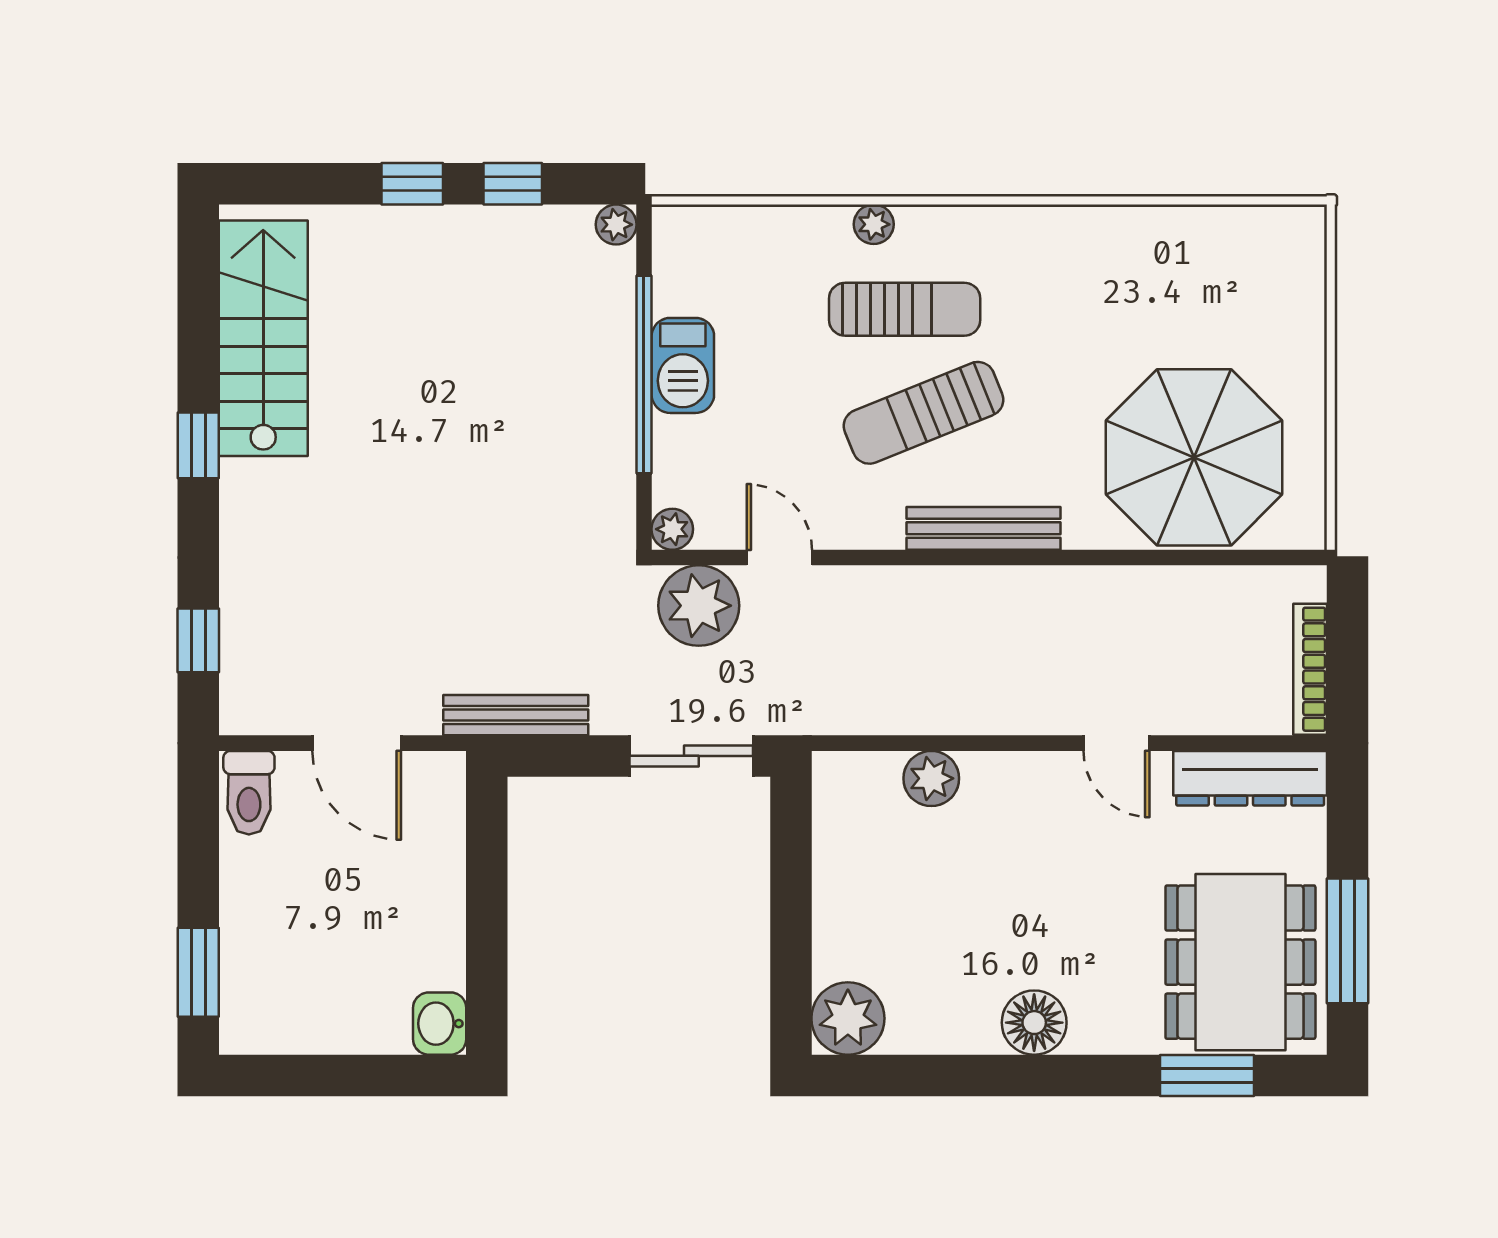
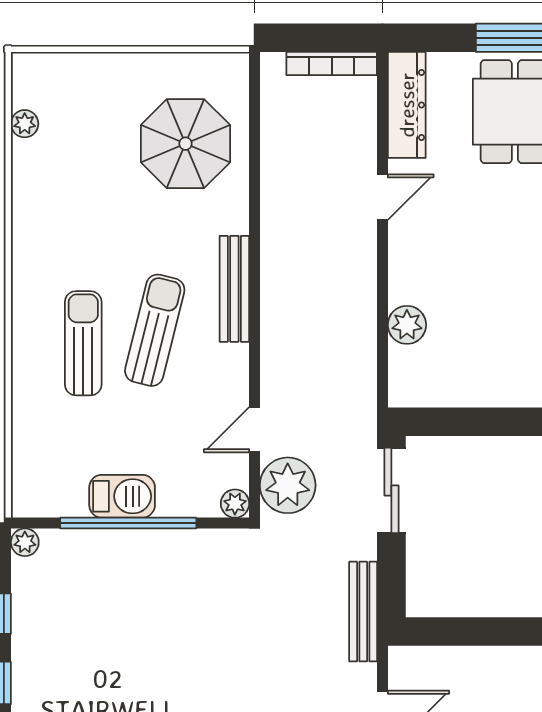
plant: (874, 224) -> (25, 124), moved
sun lounger: (924, 413) -> (155, 330), turned -144
parasol: (1194, 457) -> (185, 144), width x0.73, depth x0.73

